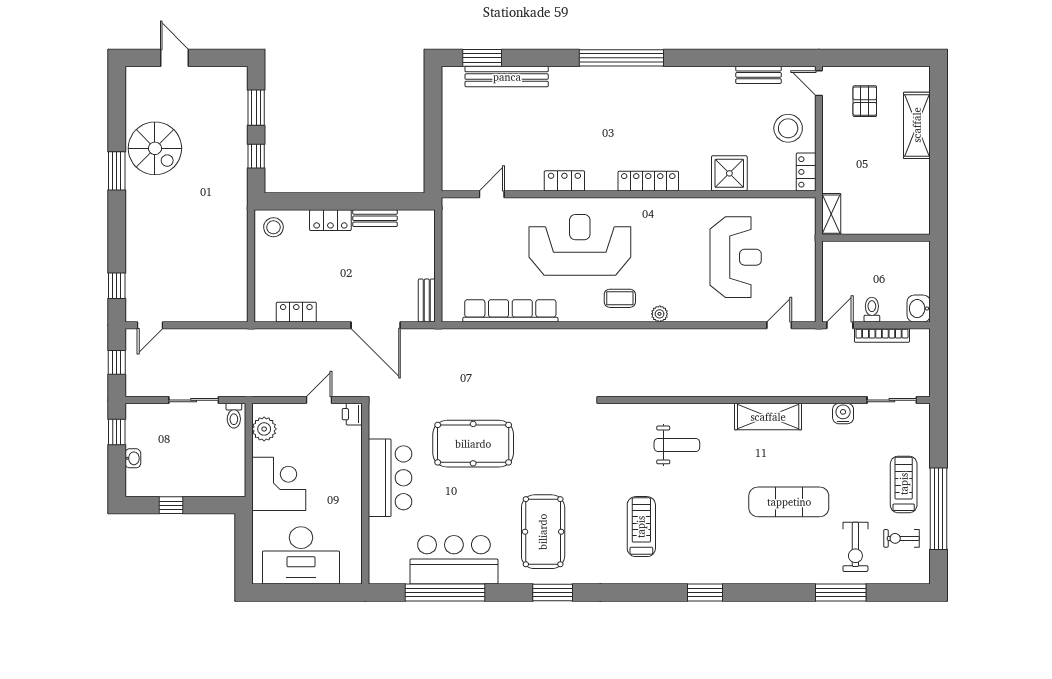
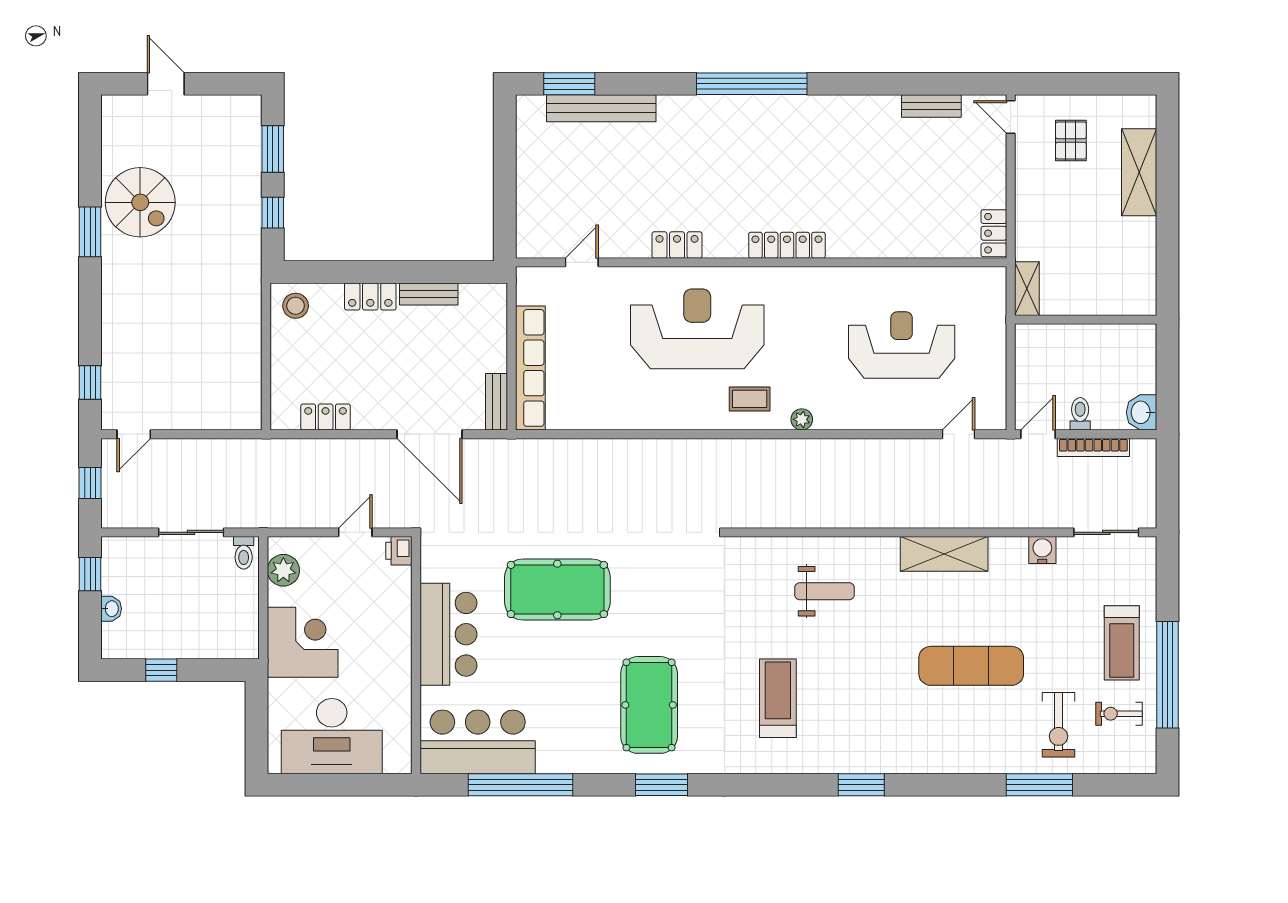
stool: (788, 128) -> (970, 176), removed
shower: (729, 173) -> (893, 235), removed
reception desk: (736, 257) -> (902, 345), turned -90
row of seats: (510, 311) -> (530, 368), moved, turned 90
treadmill: (904, 484) -> (1122, 643), turned 180
bar counter: (454, 560) -> (478, 742), moved

